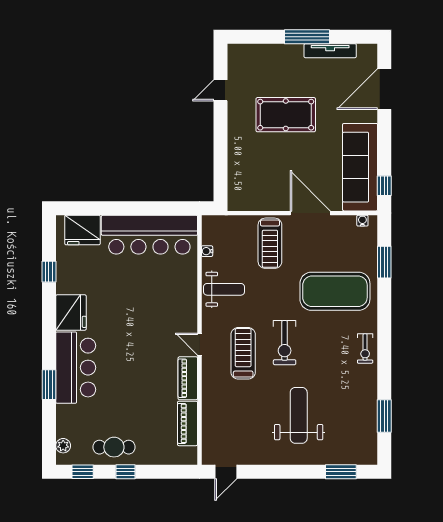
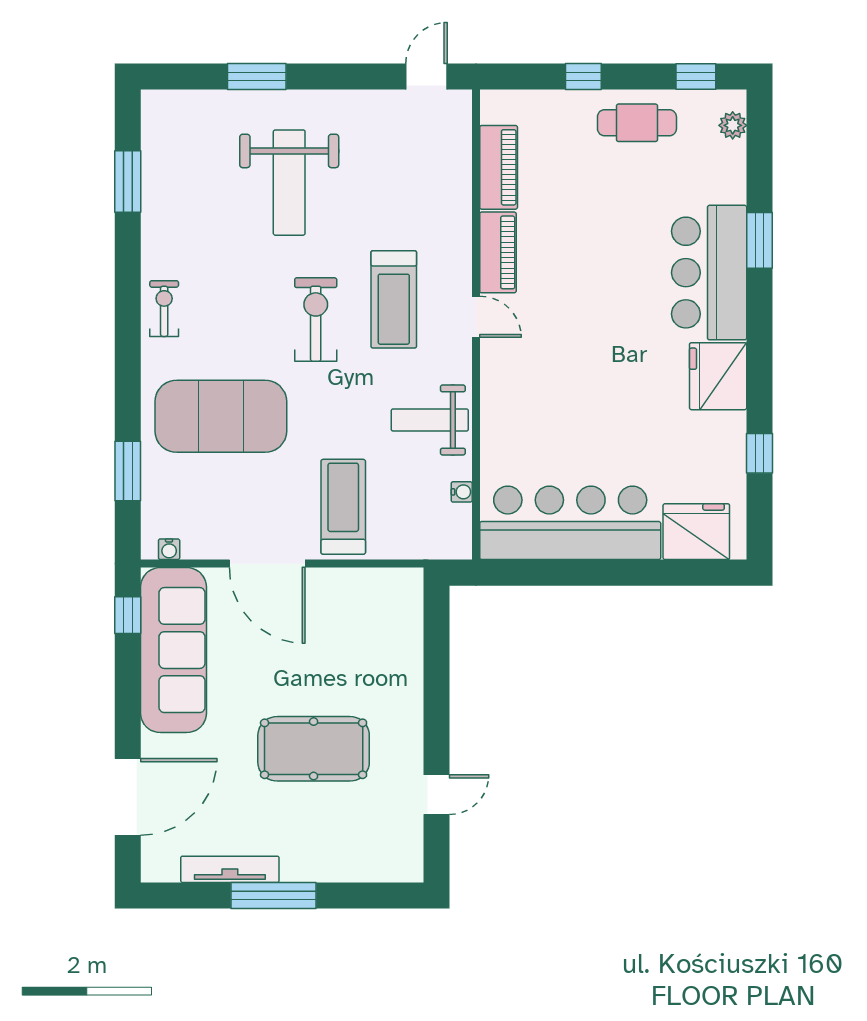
window: (126, 472) -> (583, 77), moved
window: (341, 472) -> (257, 77), moved

